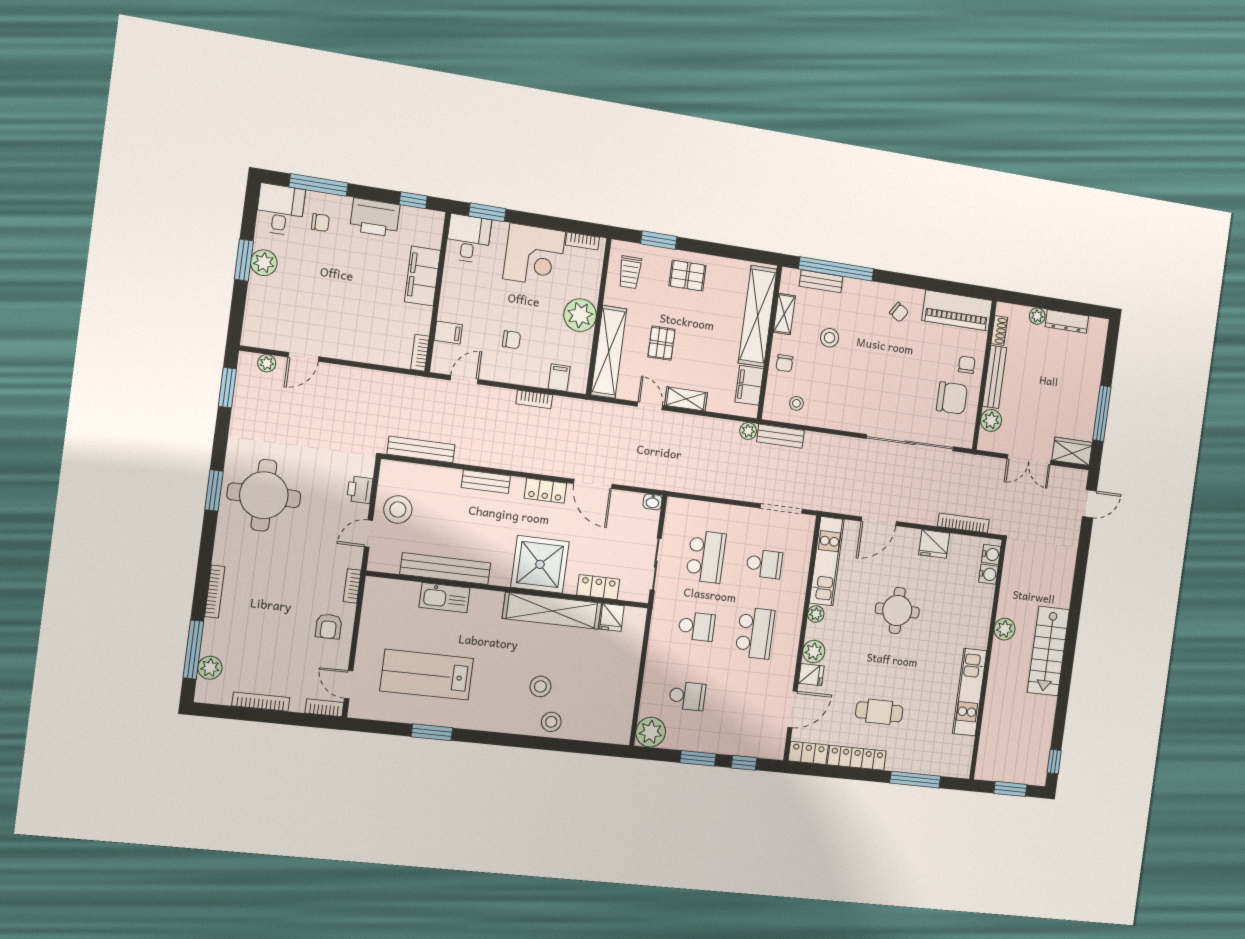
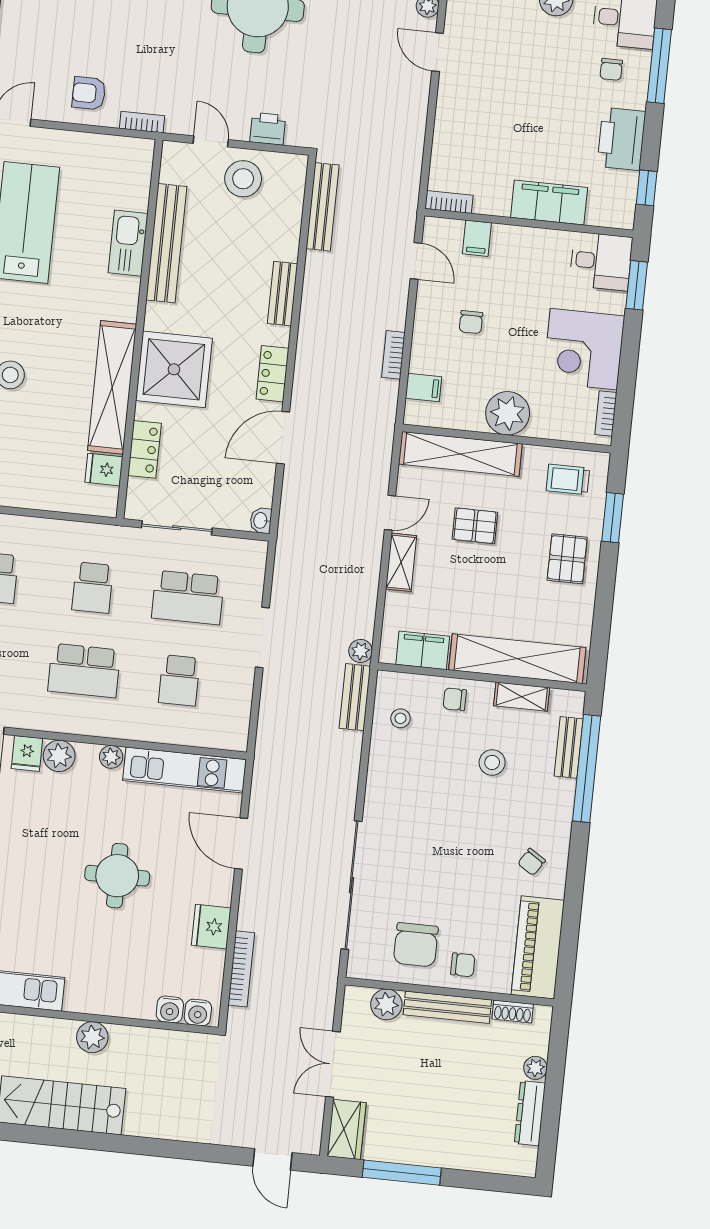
doorway: (781, 509) -> (262, 637), moved

